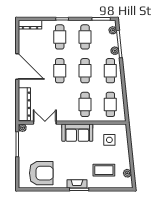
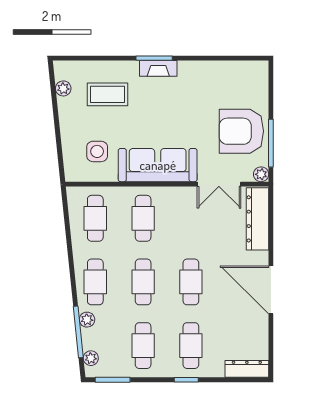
sofa: (77, 133) -> (158, 165), width x1.36
armchair: (41, 173) -> (241, 131), moved

